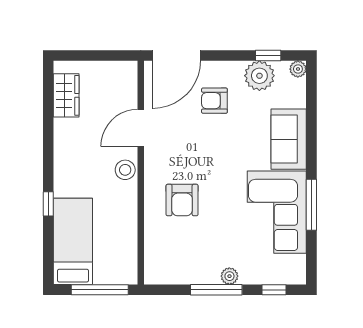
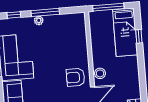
armchair: (182, 200) -> (75, 77), moved, turned -90
window: (48, 204) -> (139, 36), moved

